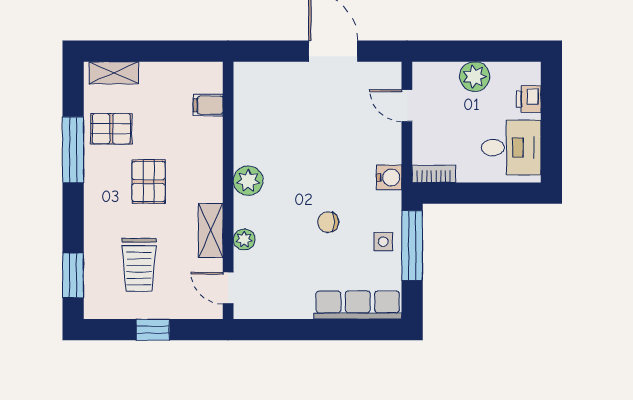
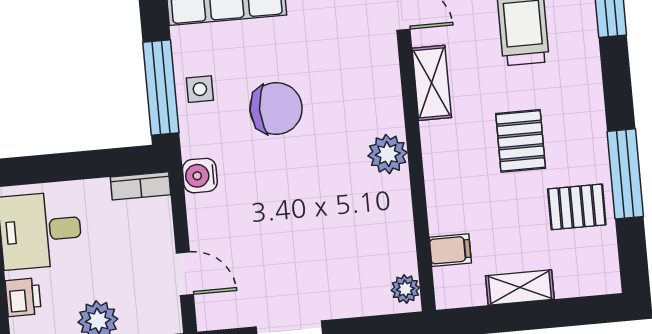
shelving: (114, 73) -> (520, 287), moved
chair: (328, 222) -> (276, 108), width x1.87, depth x1.87
plant: (244, 239) -> (405, 289), moved

